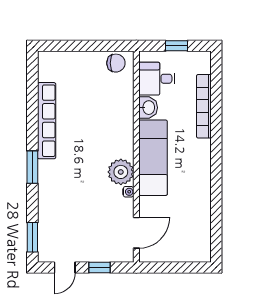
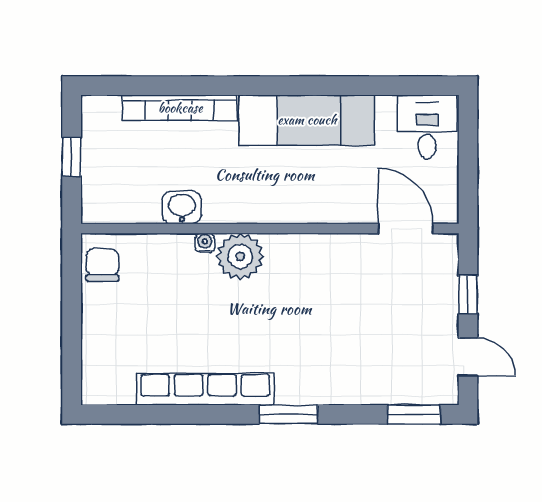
desk: (157, 79) -> (427, 127), moved, turned 180
exam couch: (153, 158) -> (307, 120), moved, turned 180
plant: (121, 172) -> (240, 256), moved
water cooler: (128, 192) -> (205, 243), moved

